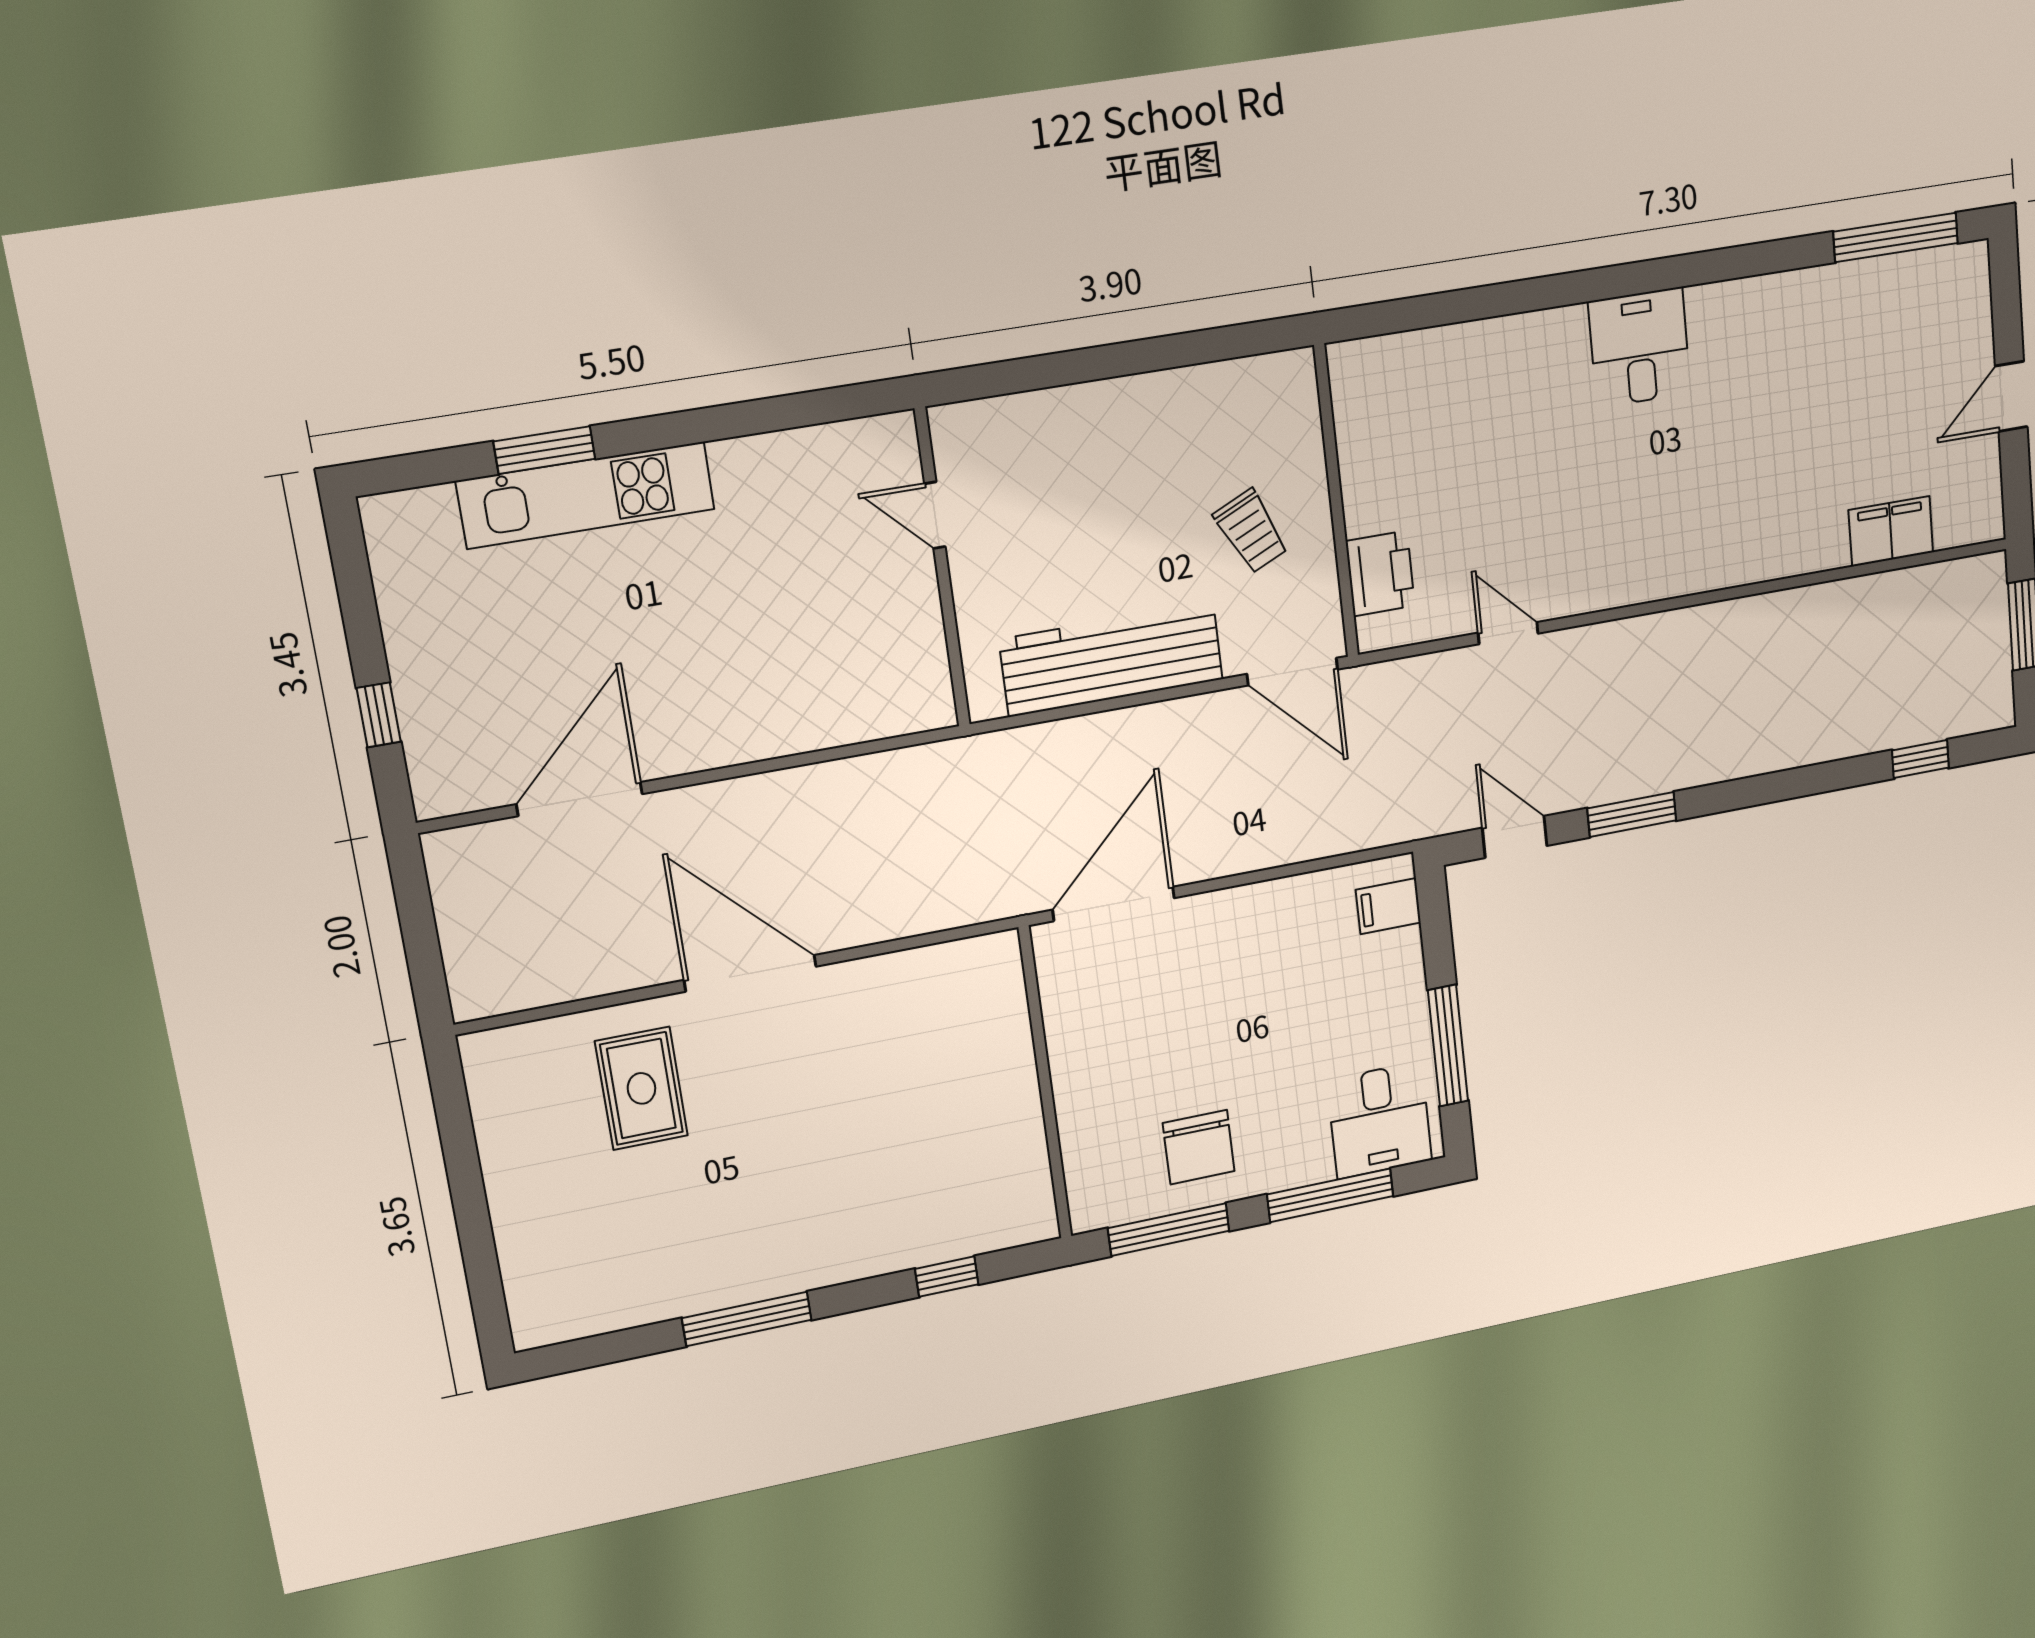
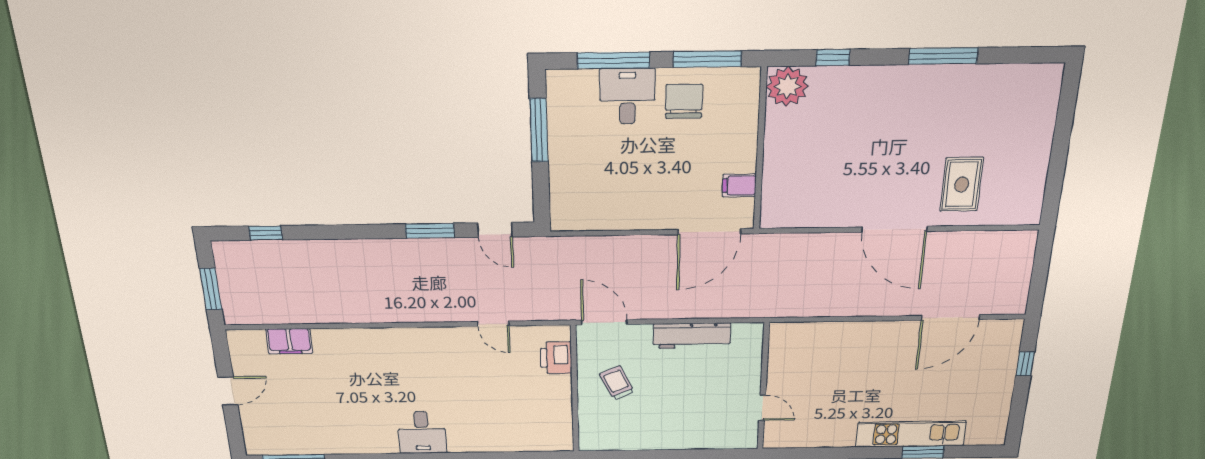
workbench: (1111, 659) -> (692, 336), width x0.73, depth x0.76
filing cabinet: (1388, 906) -> (739, 185), moved, turned 180
desk: (1379, 1120) -> (627, 96), moved
plant: (1018, 1210) -> (787, 86), added

